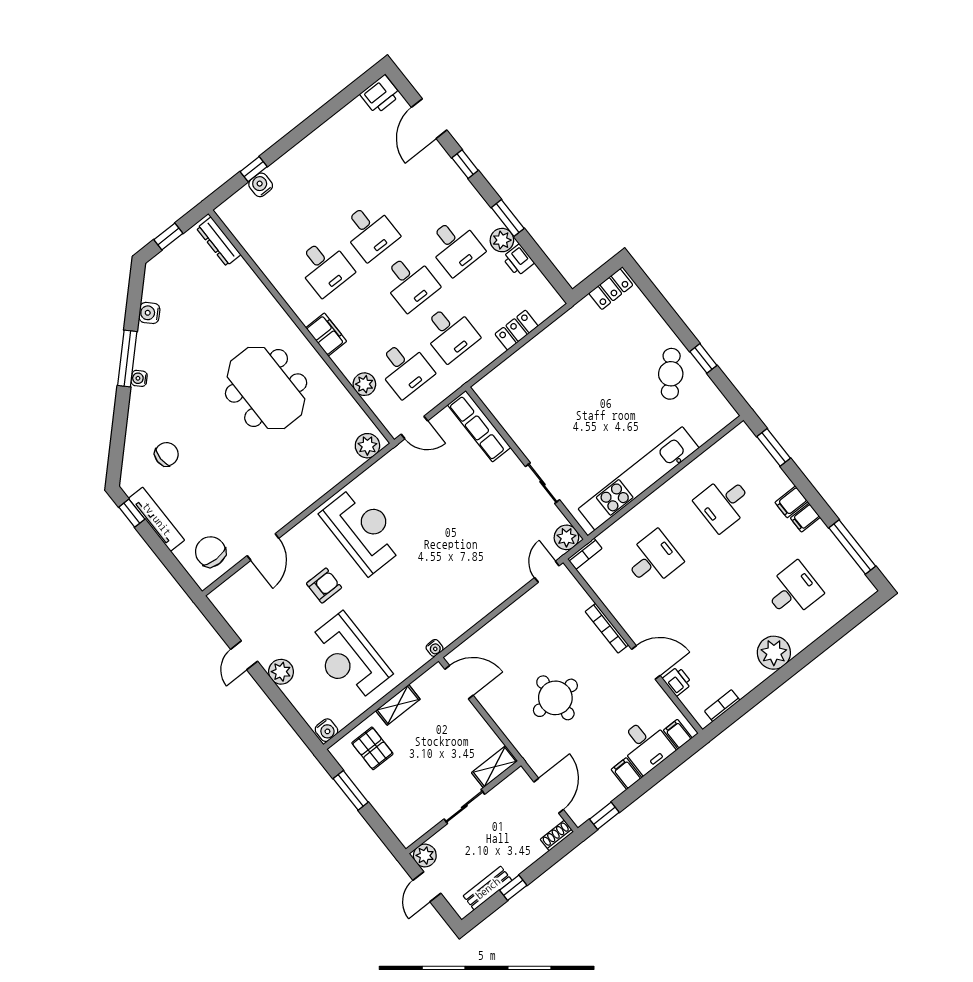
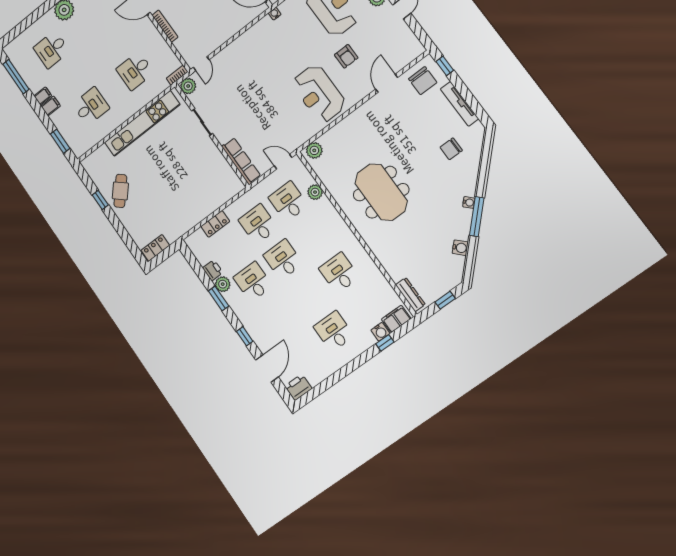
desk: (370, 231) -> (334, 331), moved
filing cabinet: (326, 334) -> (396, 319), moved, turned 90
window: (132, 513) -> (445, 66), moved
armchair: (324, 586) -> (346, 56), turned -90

